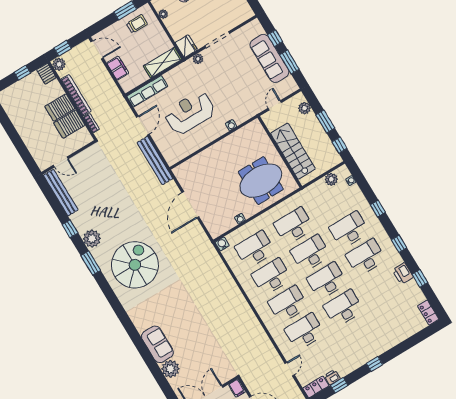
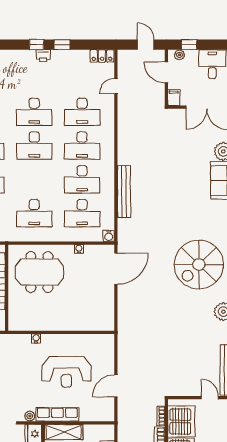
row of seats: (147, 91) -> (57, 414), moved
server rack: (69, 124) -> (181, 421), width x1.60
bench: (155, 161) -> (124, 192), moved
door: (190, 205) -> (116, 269), moved
desk: (310, 253) -> (34, 179), removed
printer: (332, 377) -> (43, 56), moved
window: (339, 385) -> (62, 45), moved

